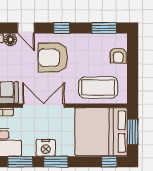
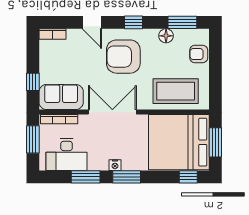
floor lamp: (10, 40) -> (166, 36), moved
armchair: (118, 55) -> (199, 54), turned 90
nightstand: (46, 148) -> (115, 165), width x0.53, depth x0.56

